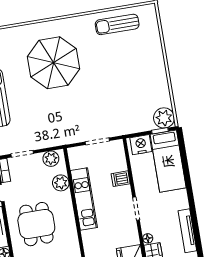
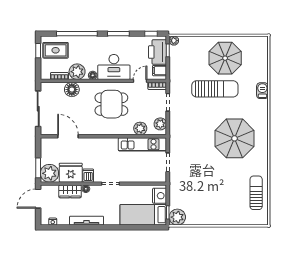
dishwasher: (121, 179) -> (88, 176), moved
kitchen unit: (84, 199) -> (142, 144), moved

